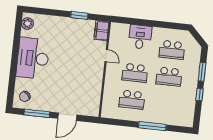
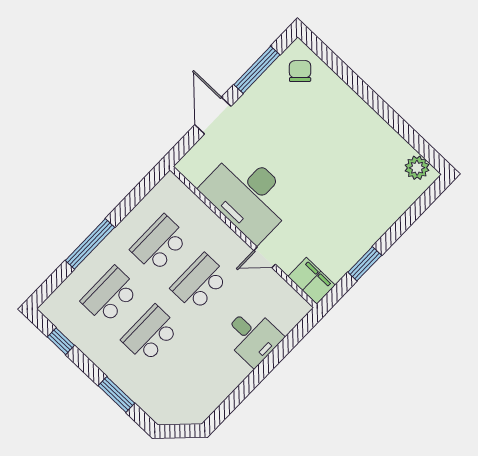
school desk: (172, 50) -> (110, 295), moved
desk: (33, 58) -> (248, 195), moved, turned 180
window: (199, 95) -> (61, 341), moved

